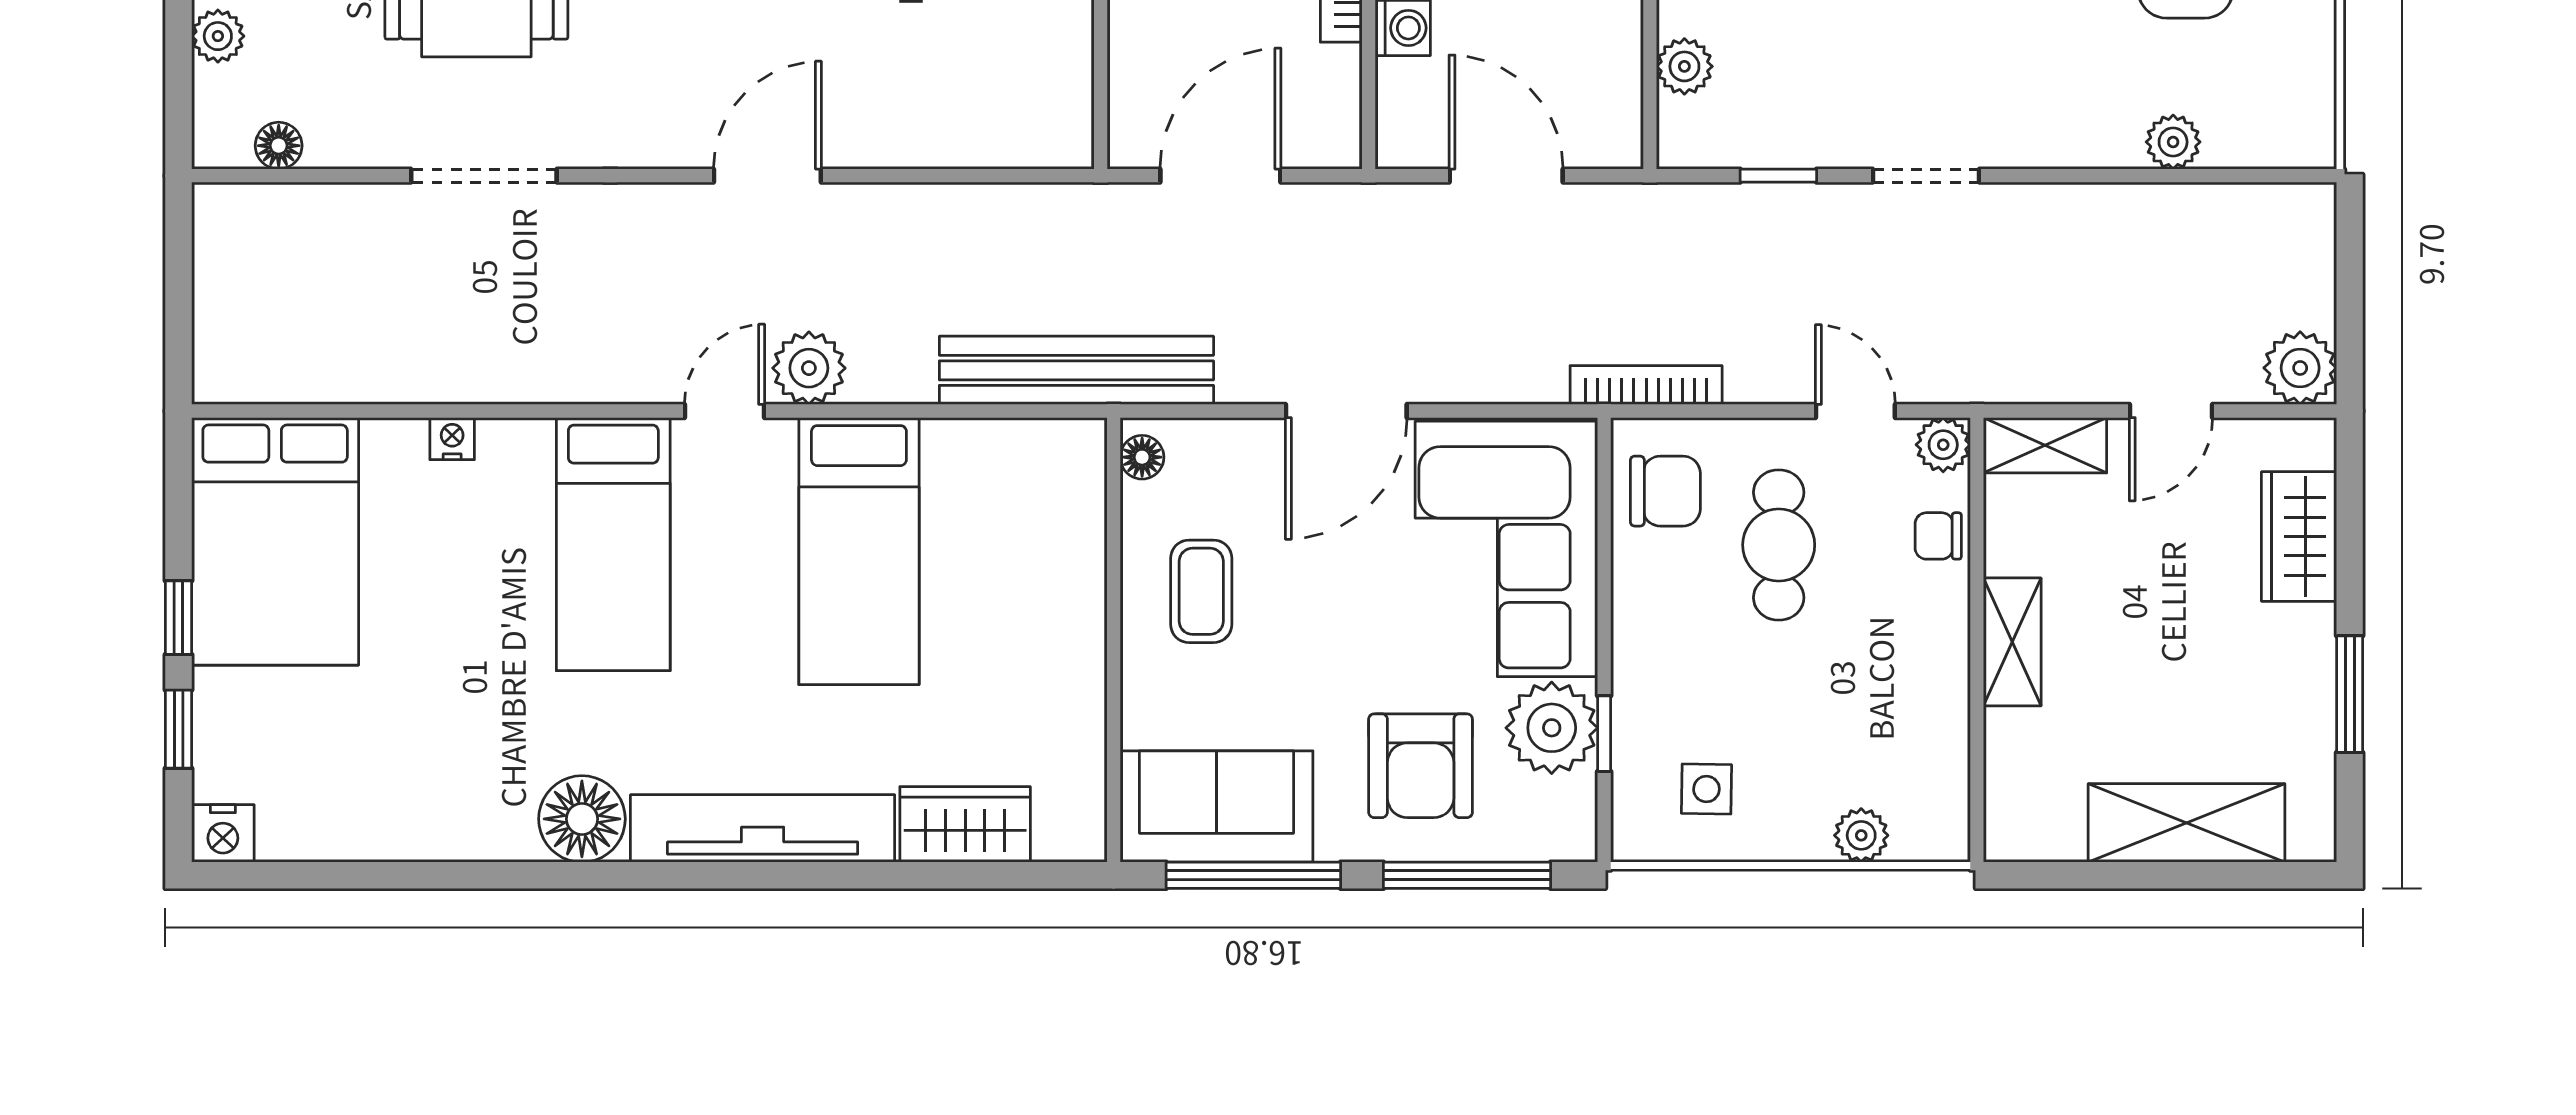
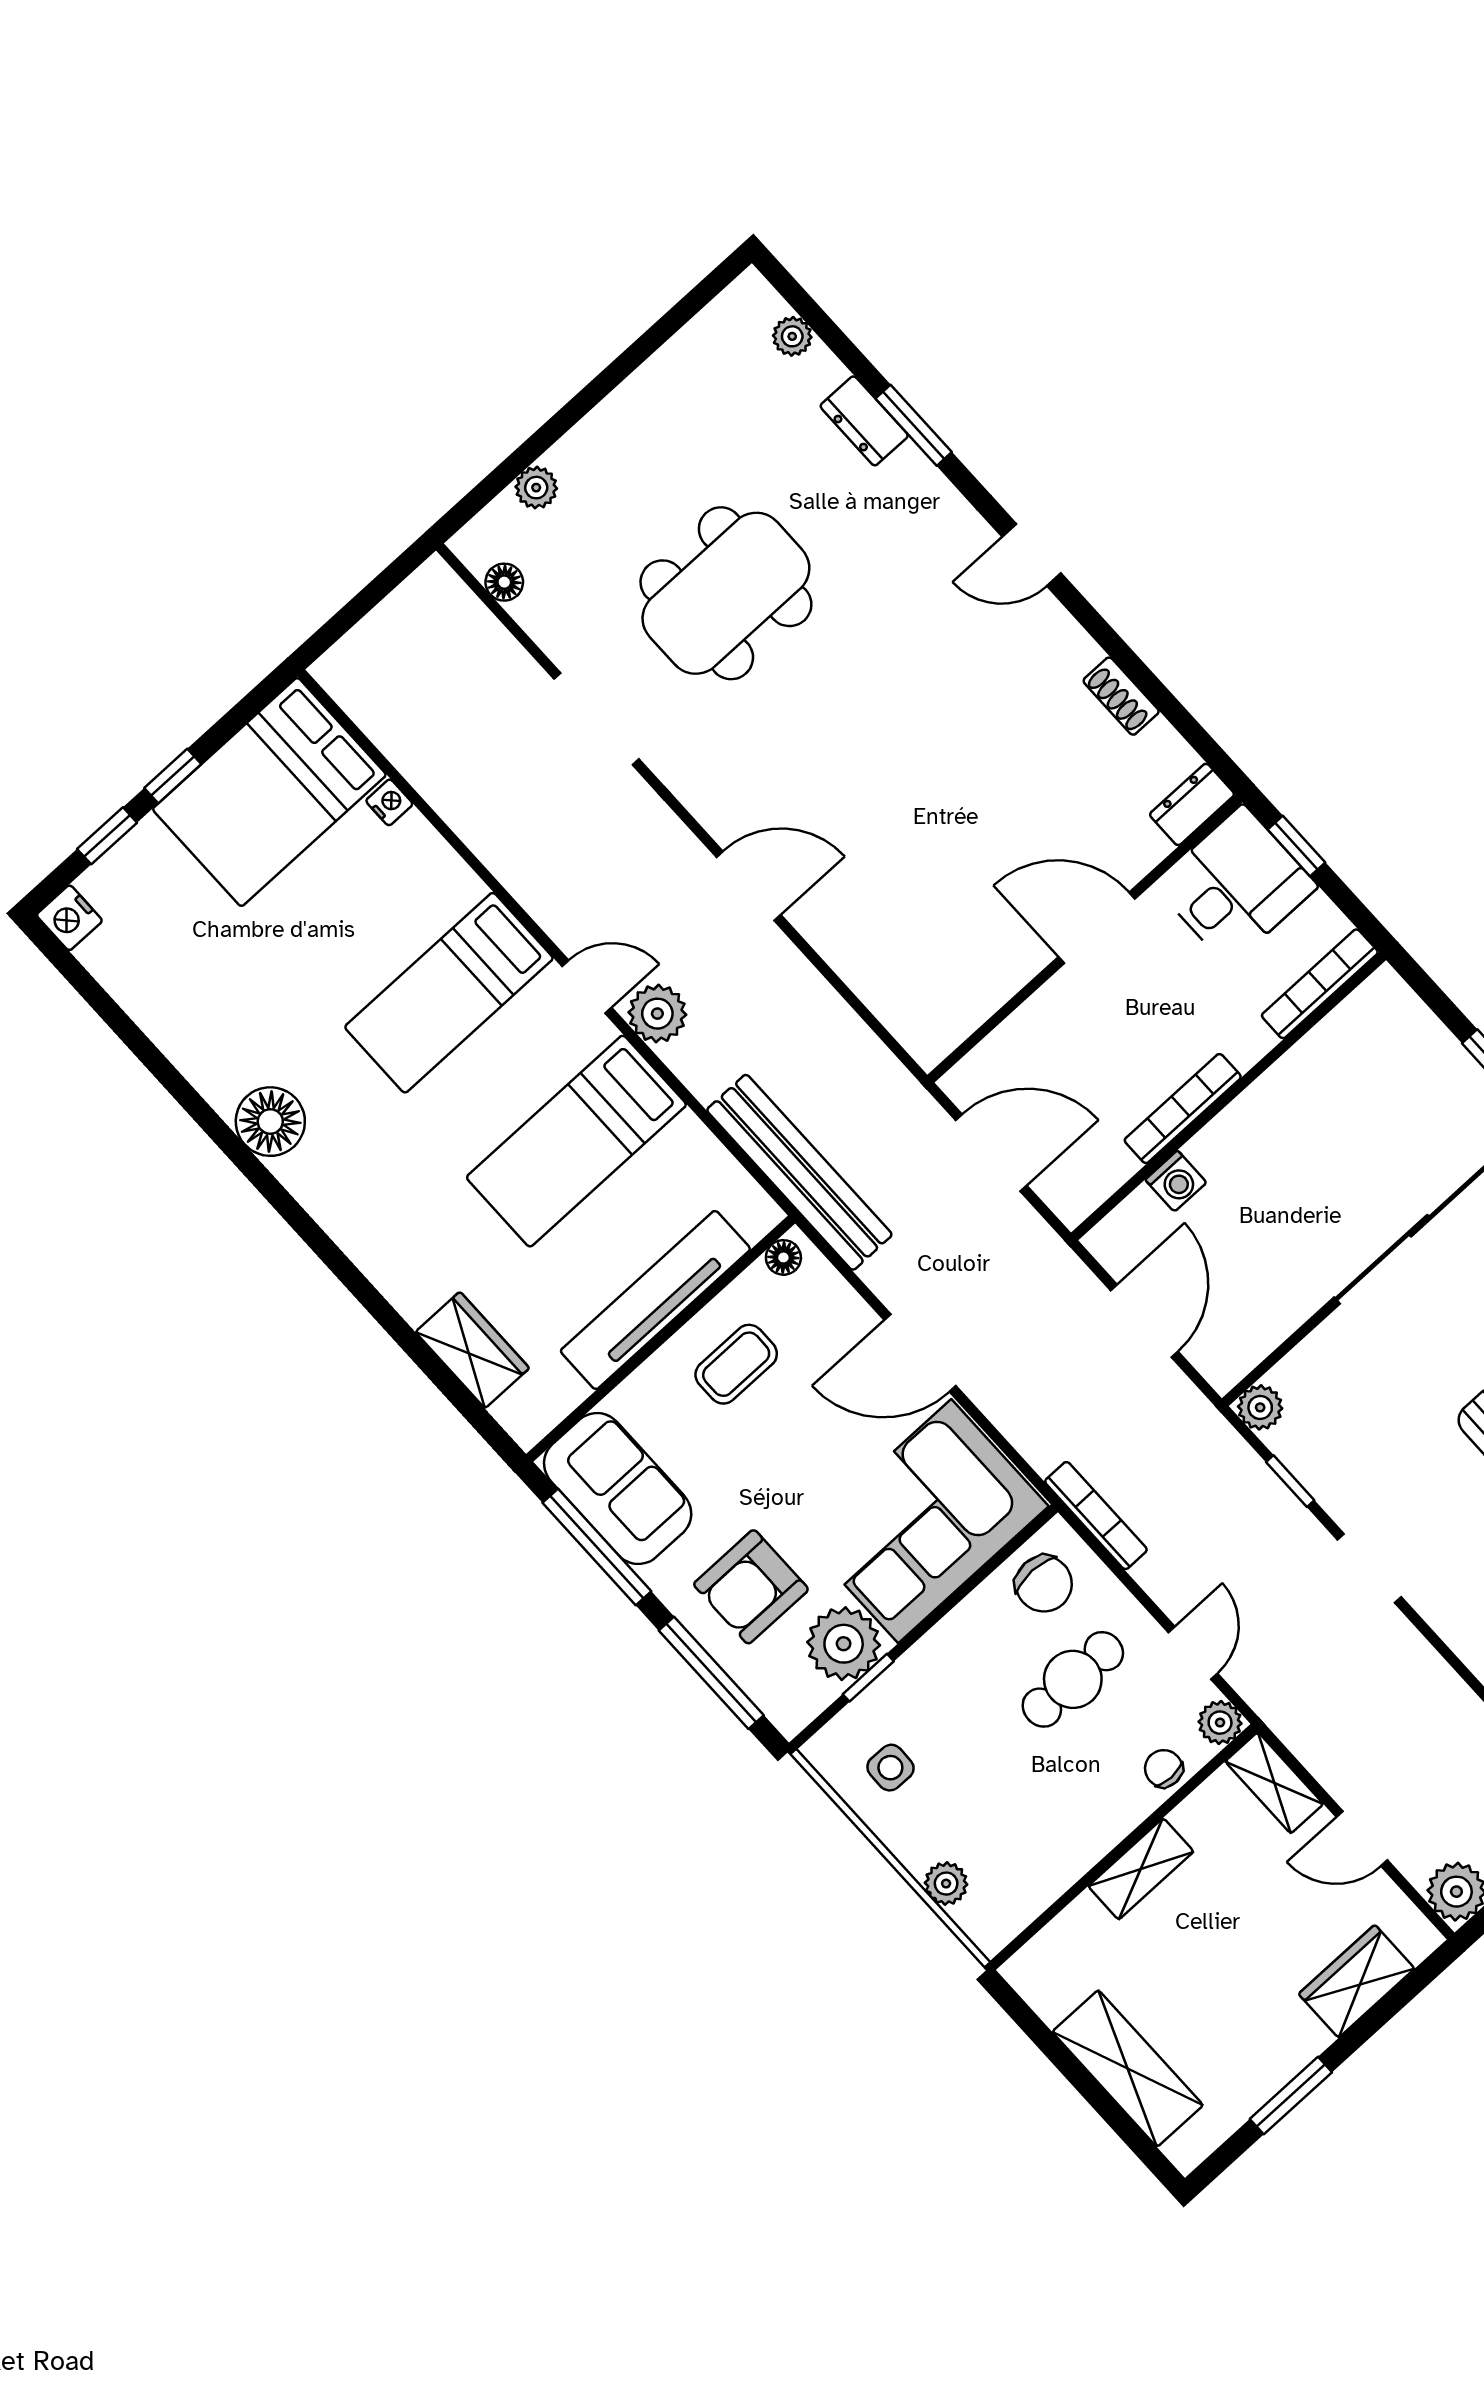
plant: (1684, 66) -> (1260, 1407), moved
nightstand: (452, 439) -> (389, 802), moved
tv unit: (763, 828) -> (655, 1300), moved, turned -90

